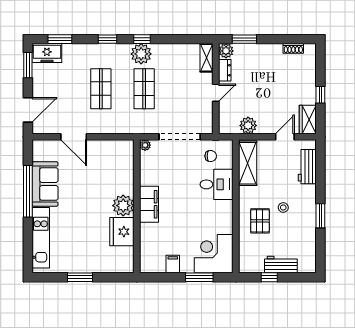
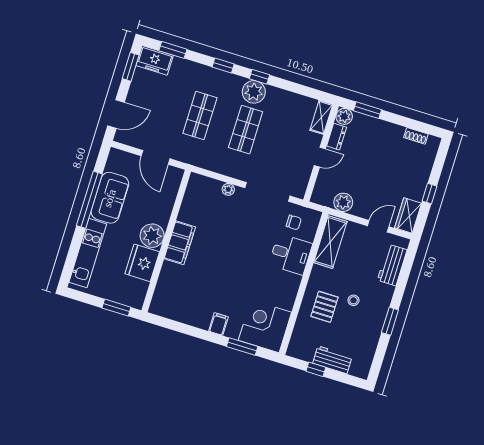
filing cabinet: (149, 204) -> (180, 243), moved
plant: (123, 206) -> (152, 236), moved
wall: (137, 206) -> (166, 241), moved
fridge: (122, 232) -> (142, 263), moved

